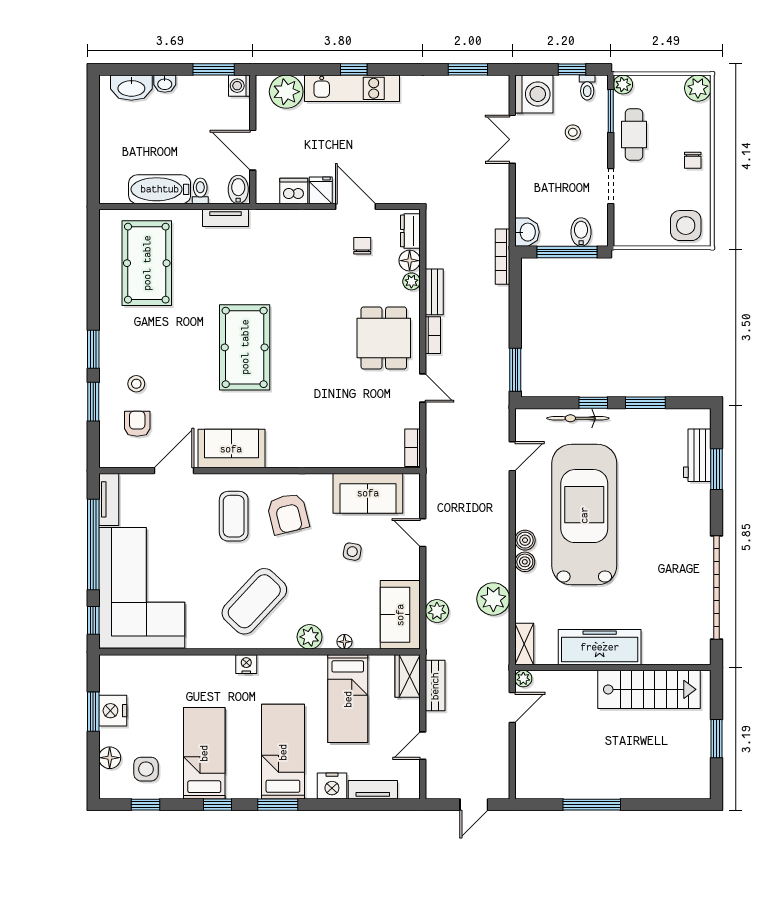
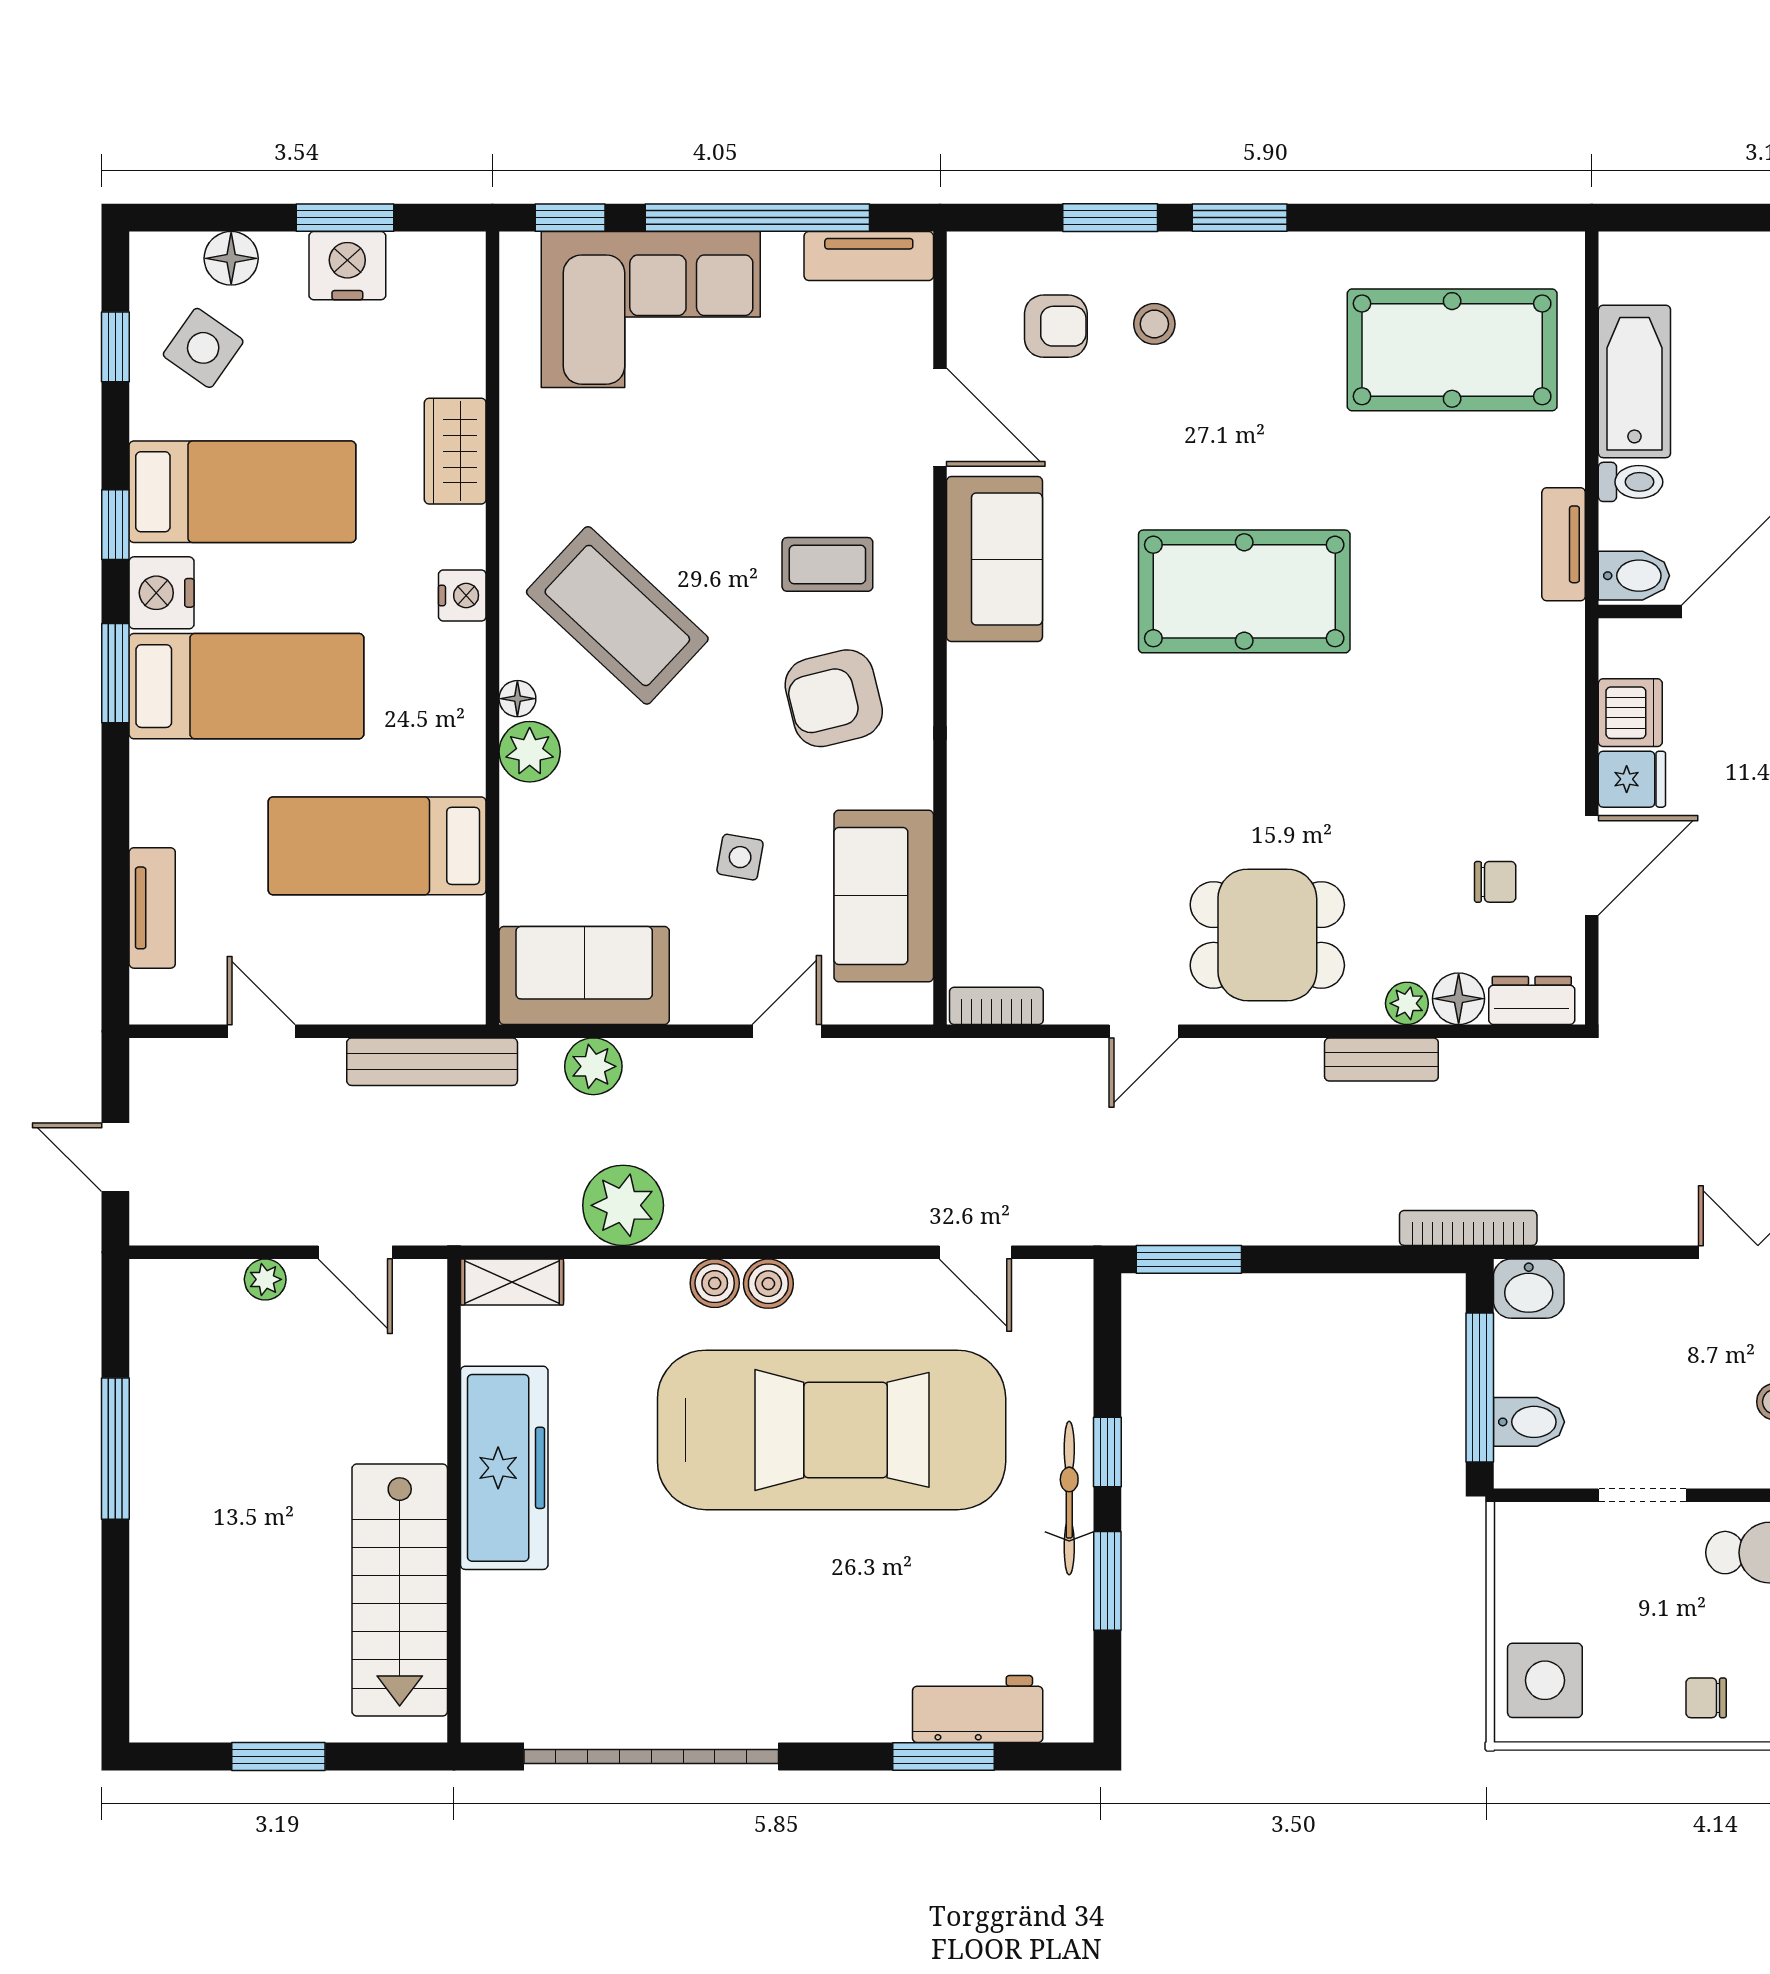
bookcase: (433, 335) -> (1274, 1056), removed
bicycle: (578, 418) -> (1069, 1498), moved
coffee table: (234, 516) -> (827, 564), width x0.73, depth x0.77
corner sofa: (142, 588) -> (651, 309), width x0.73, depth x0.74
floor lamp: (344, 642) -> (517, 699), moved
wardrobe: (408, 676) -> (455, 451), moved, turned -90
plant: (523, 679) -> (265, 1279), moved
bench: (435, 686) -> (432, 1062), width x1.36
side table: (146, 769) -> (203, 348), turned 35
nightstand: (332, 786) -> (162, 593), moved

